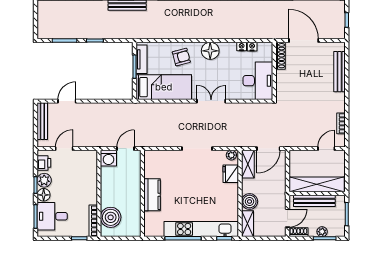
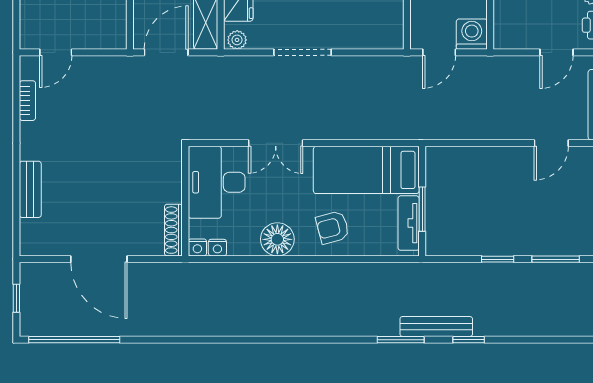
shoe rack: (280, 56) -> (173, 230), moved
wall: (274, 71) -> (185, 201), moved
bench: (340, 72) -> (30, 189), width x0.73
desk: (258, 81) -> (217, 182), moved

